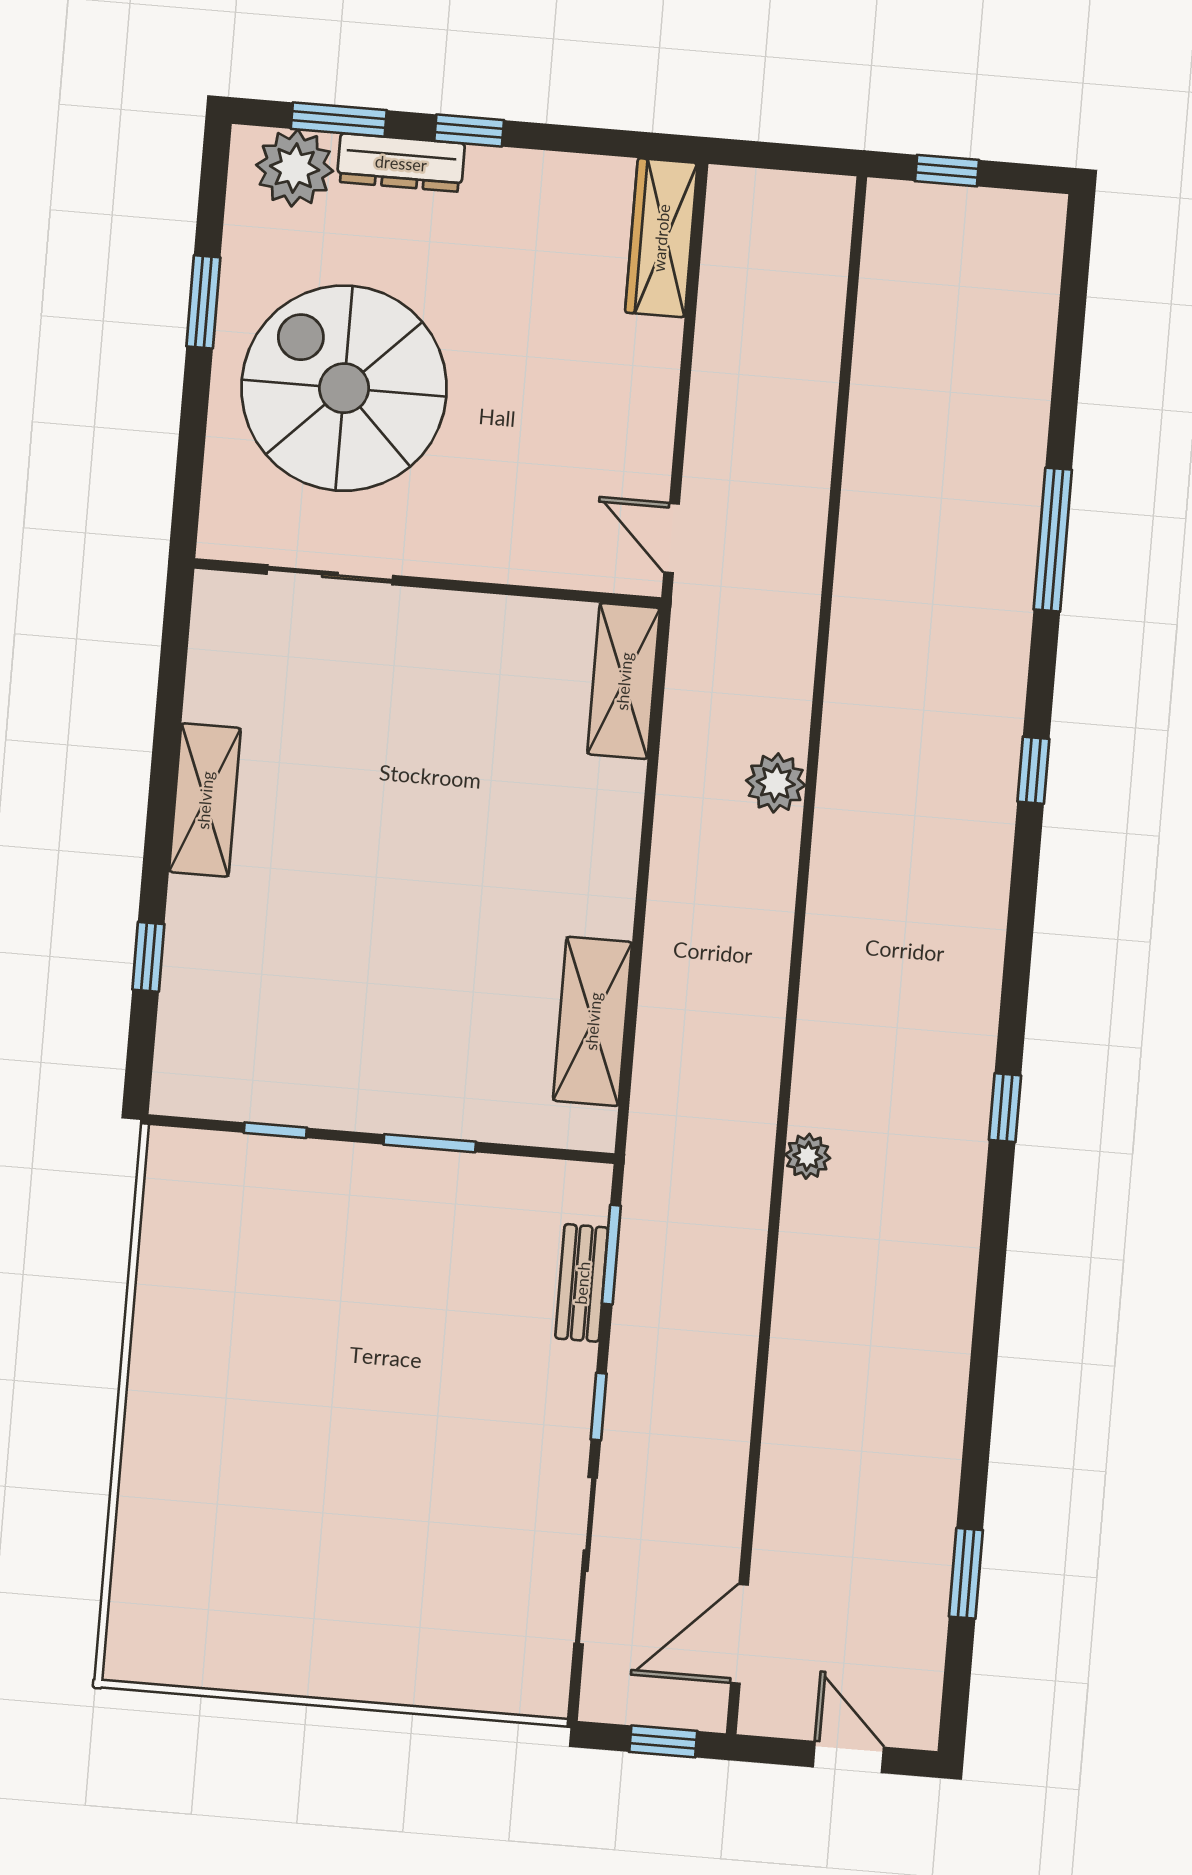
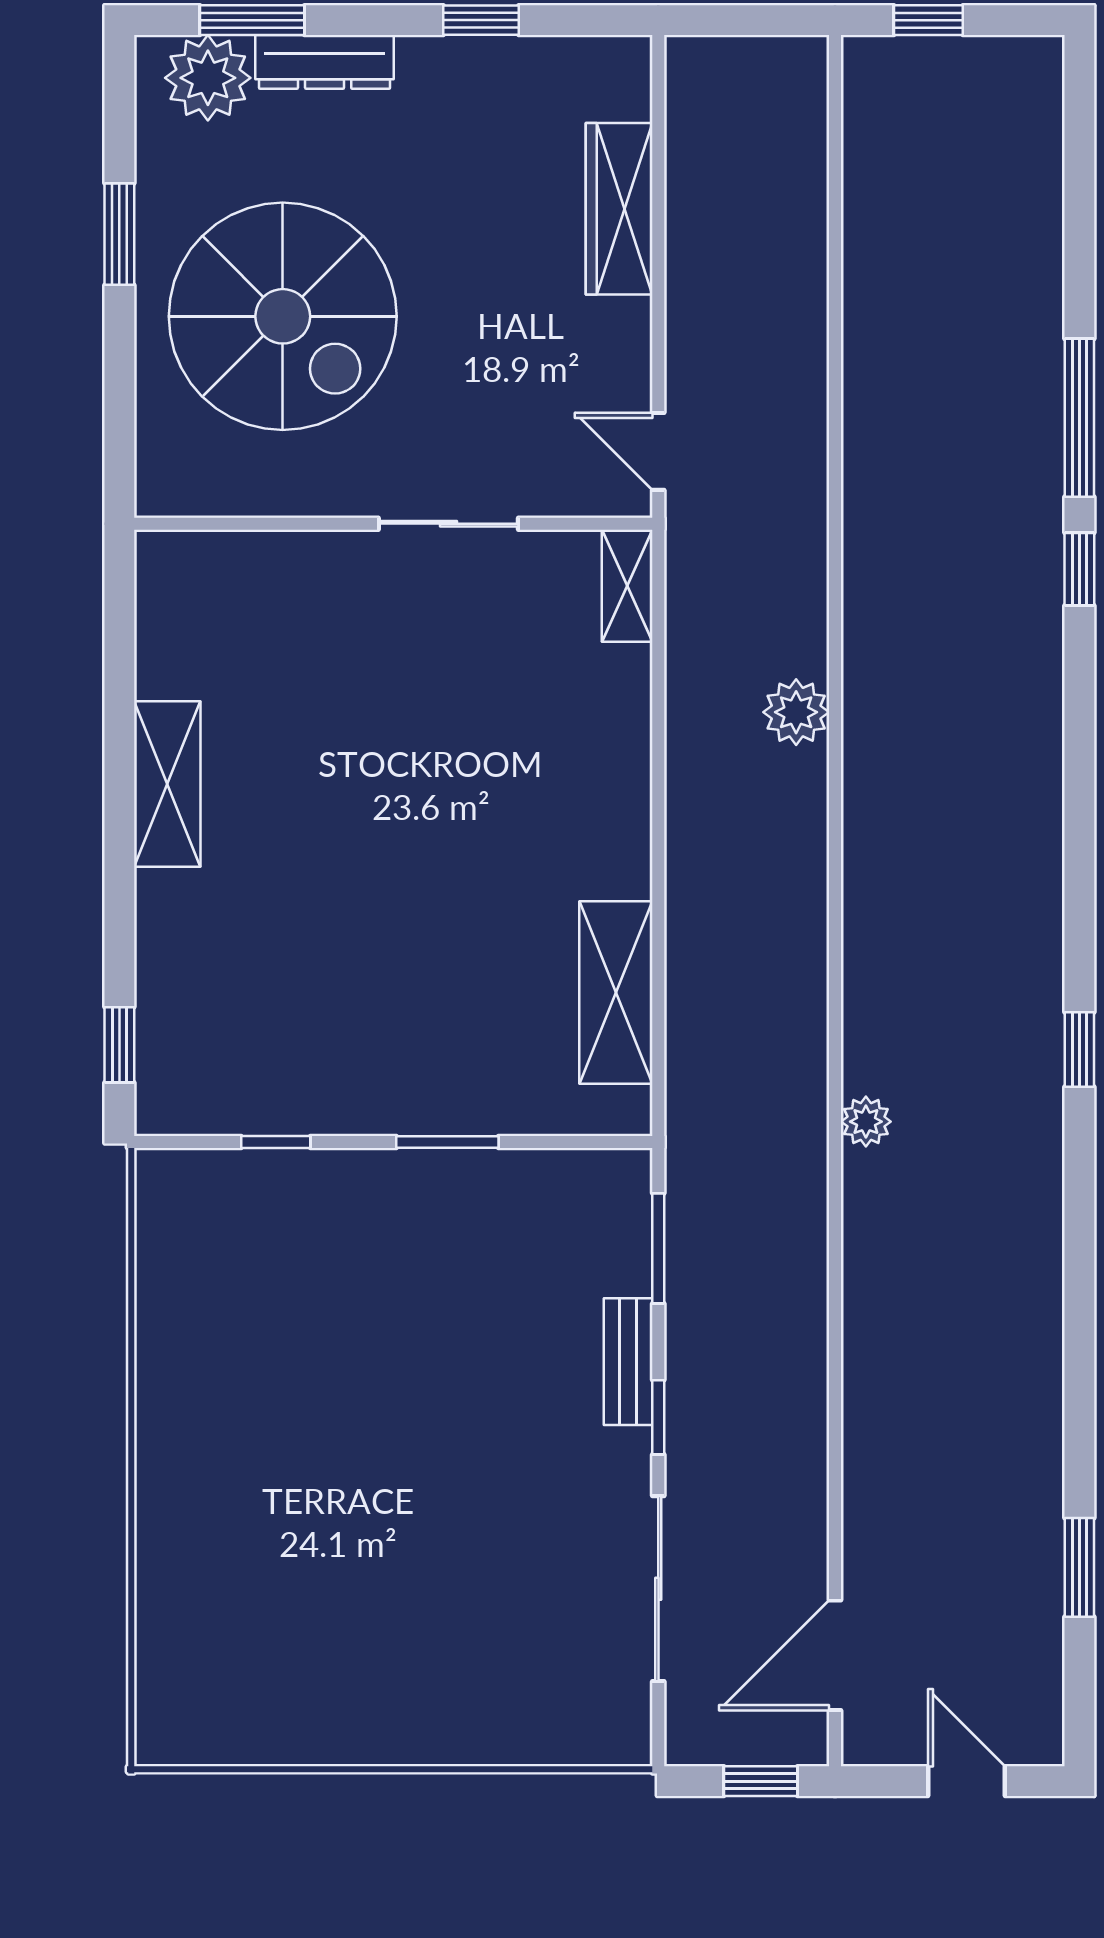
window: (469, 130) -> (481, 20), moved
wardrobe: (661, 238) -> (619, 209), moved
spiral stairs: (344, 388) -> (283, 316), turned 180
sliding door: (330, 575) -> (448, 524), moved
shelving: (624, 681) -> (627, 586), width x0.67, depth x0.75
window: (1033, 770) -> (1079, 569), moved
window: (148, 957) -> (119, 1045), moved
bench: (582, 1283) -> (628, 1362), moved

